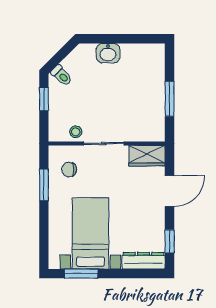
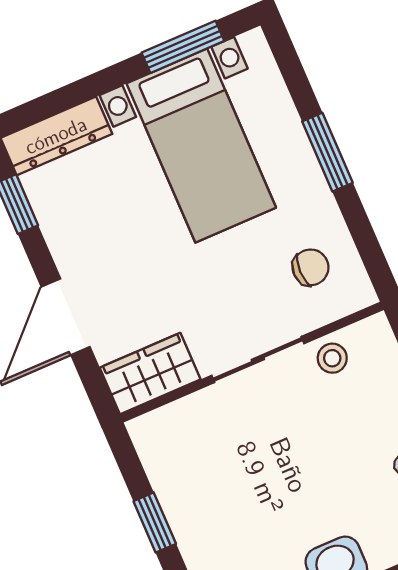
window: (170, 99) -> (155, 523), width x0.67
window: (44, 185) -> (327, 152), moved

